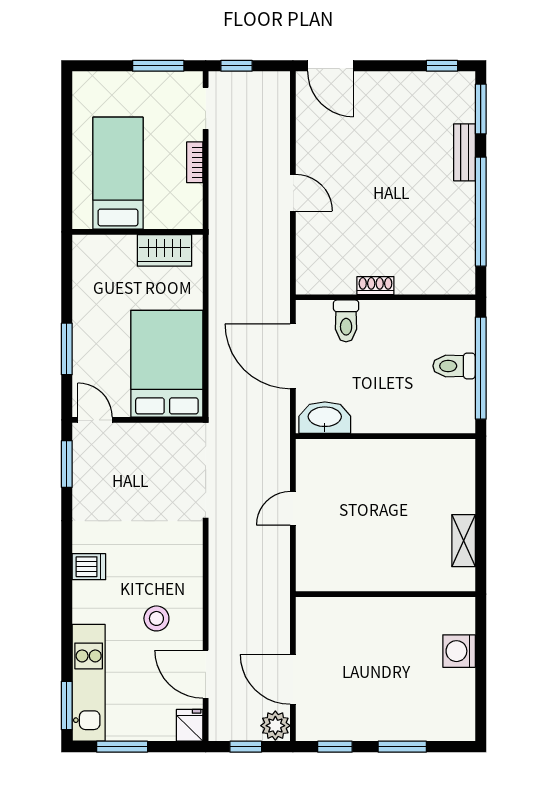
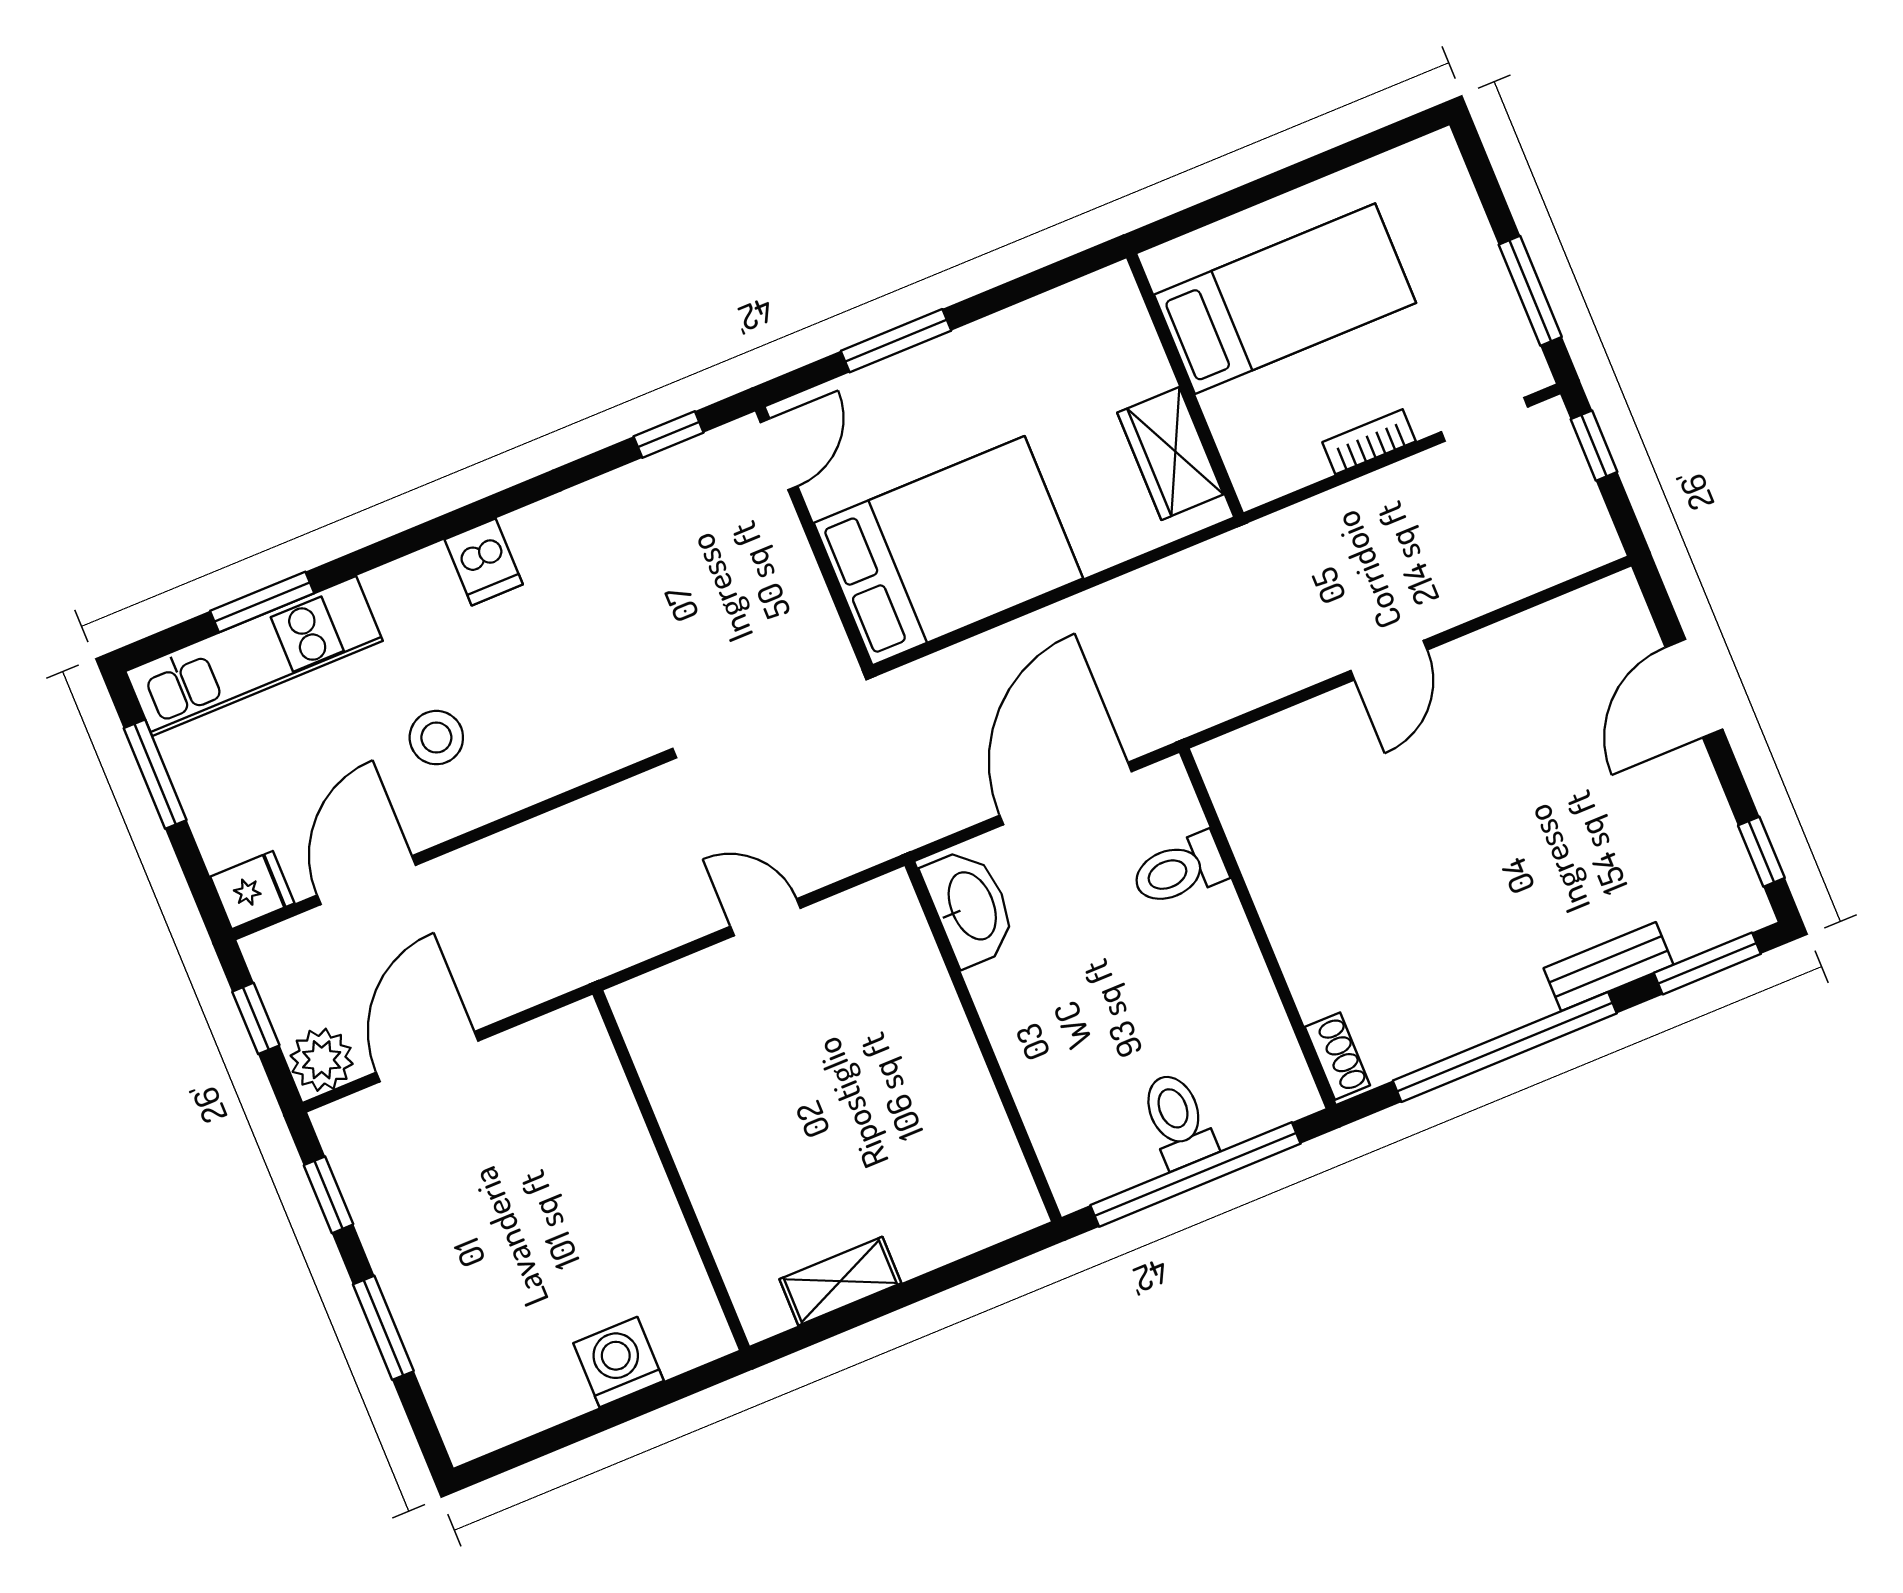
door: (331, 66) -> (1694, 688), moved
shoe rack: (375, 286) -> (1337, 1056), moved
window: (67, 464) -> (669, 434), width x0.67
window: (67, 705) -> (262, 602), moved

